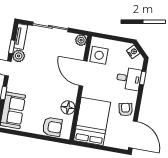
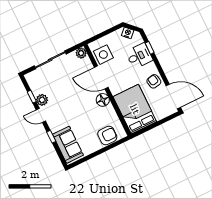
tv unit: (21, 36) -> (33, 84), removed
floor lamp: (68, 107) -> (103, 100), moved

